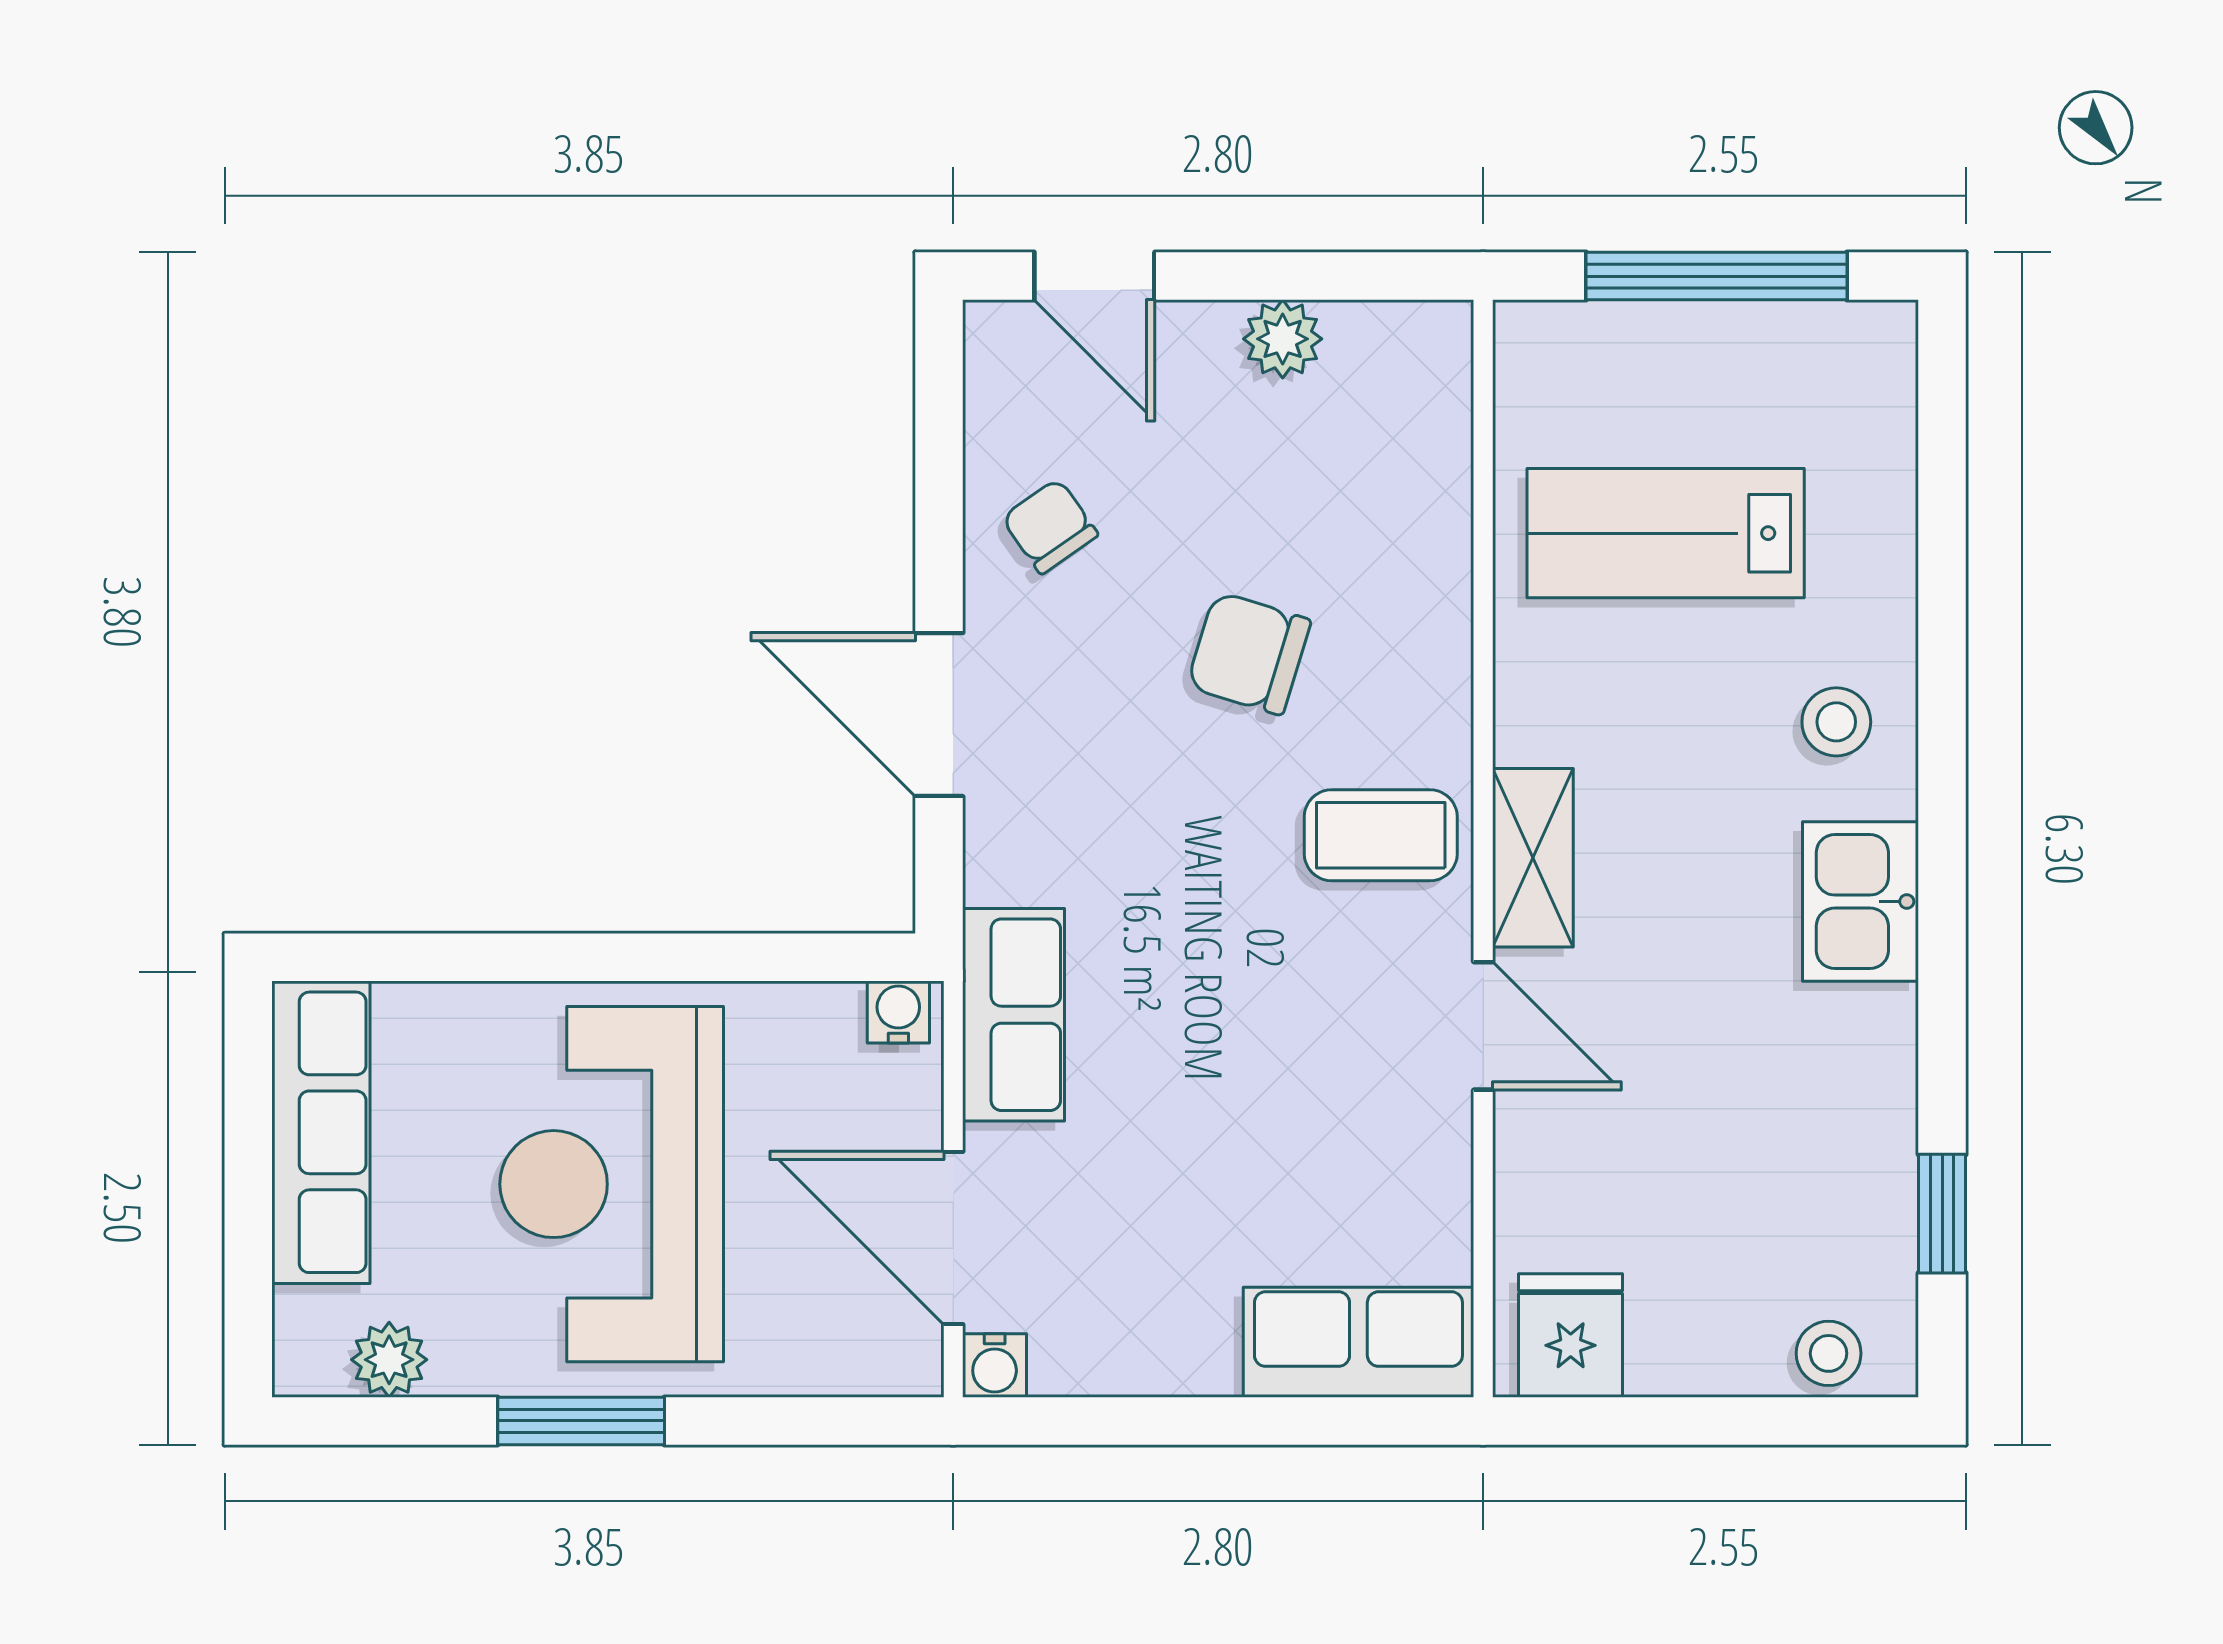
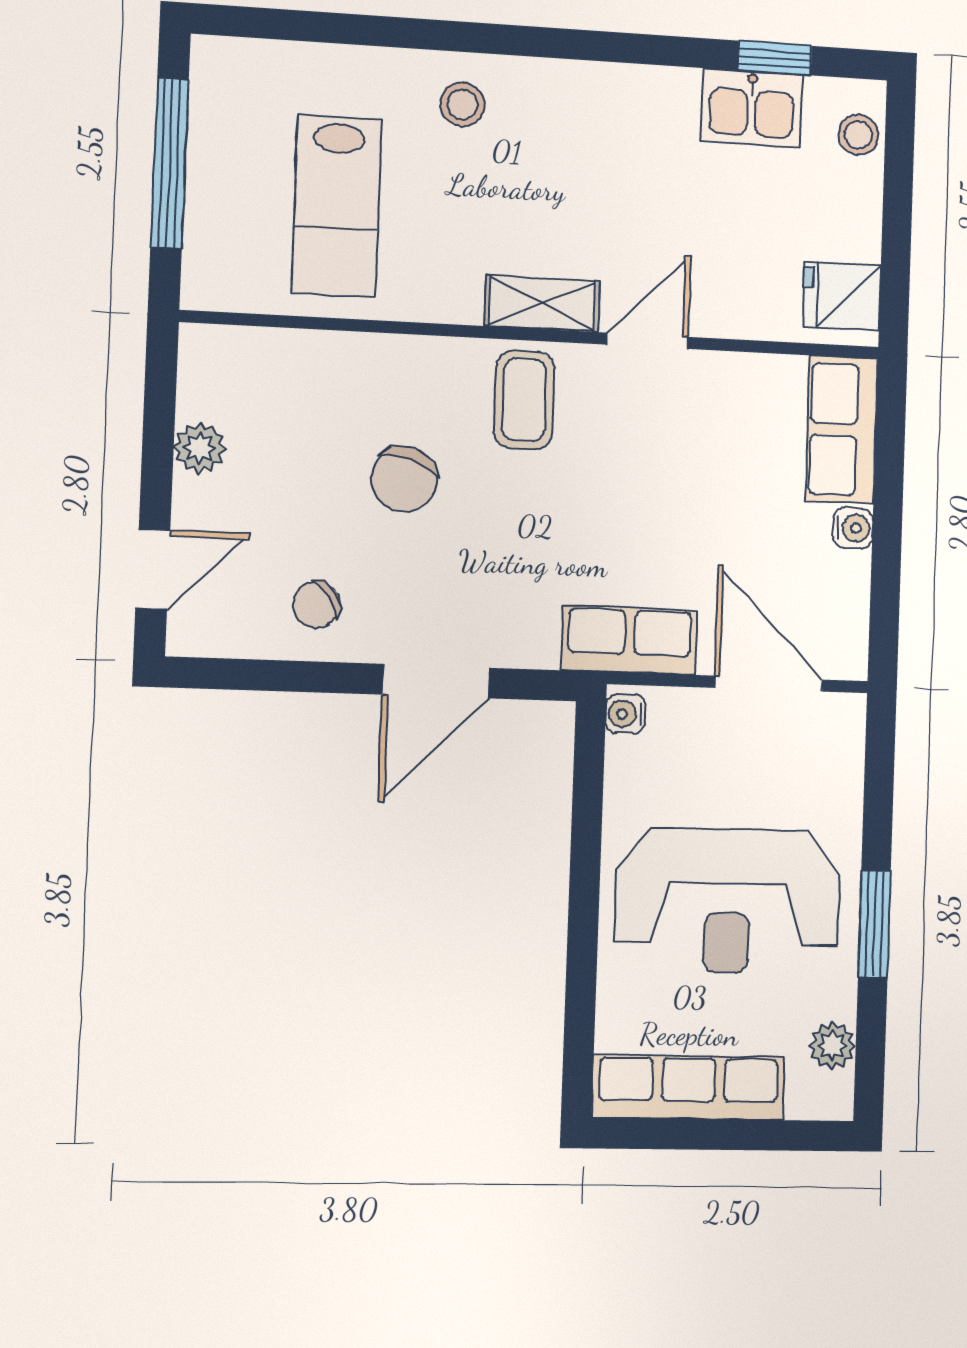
kitchen sink: (1860, 902) -> (752, 108), moved
door: (953, 1238) -> (769, 684), swing flipped
water cooler: (995, 1365) -> (853, 528), moved

